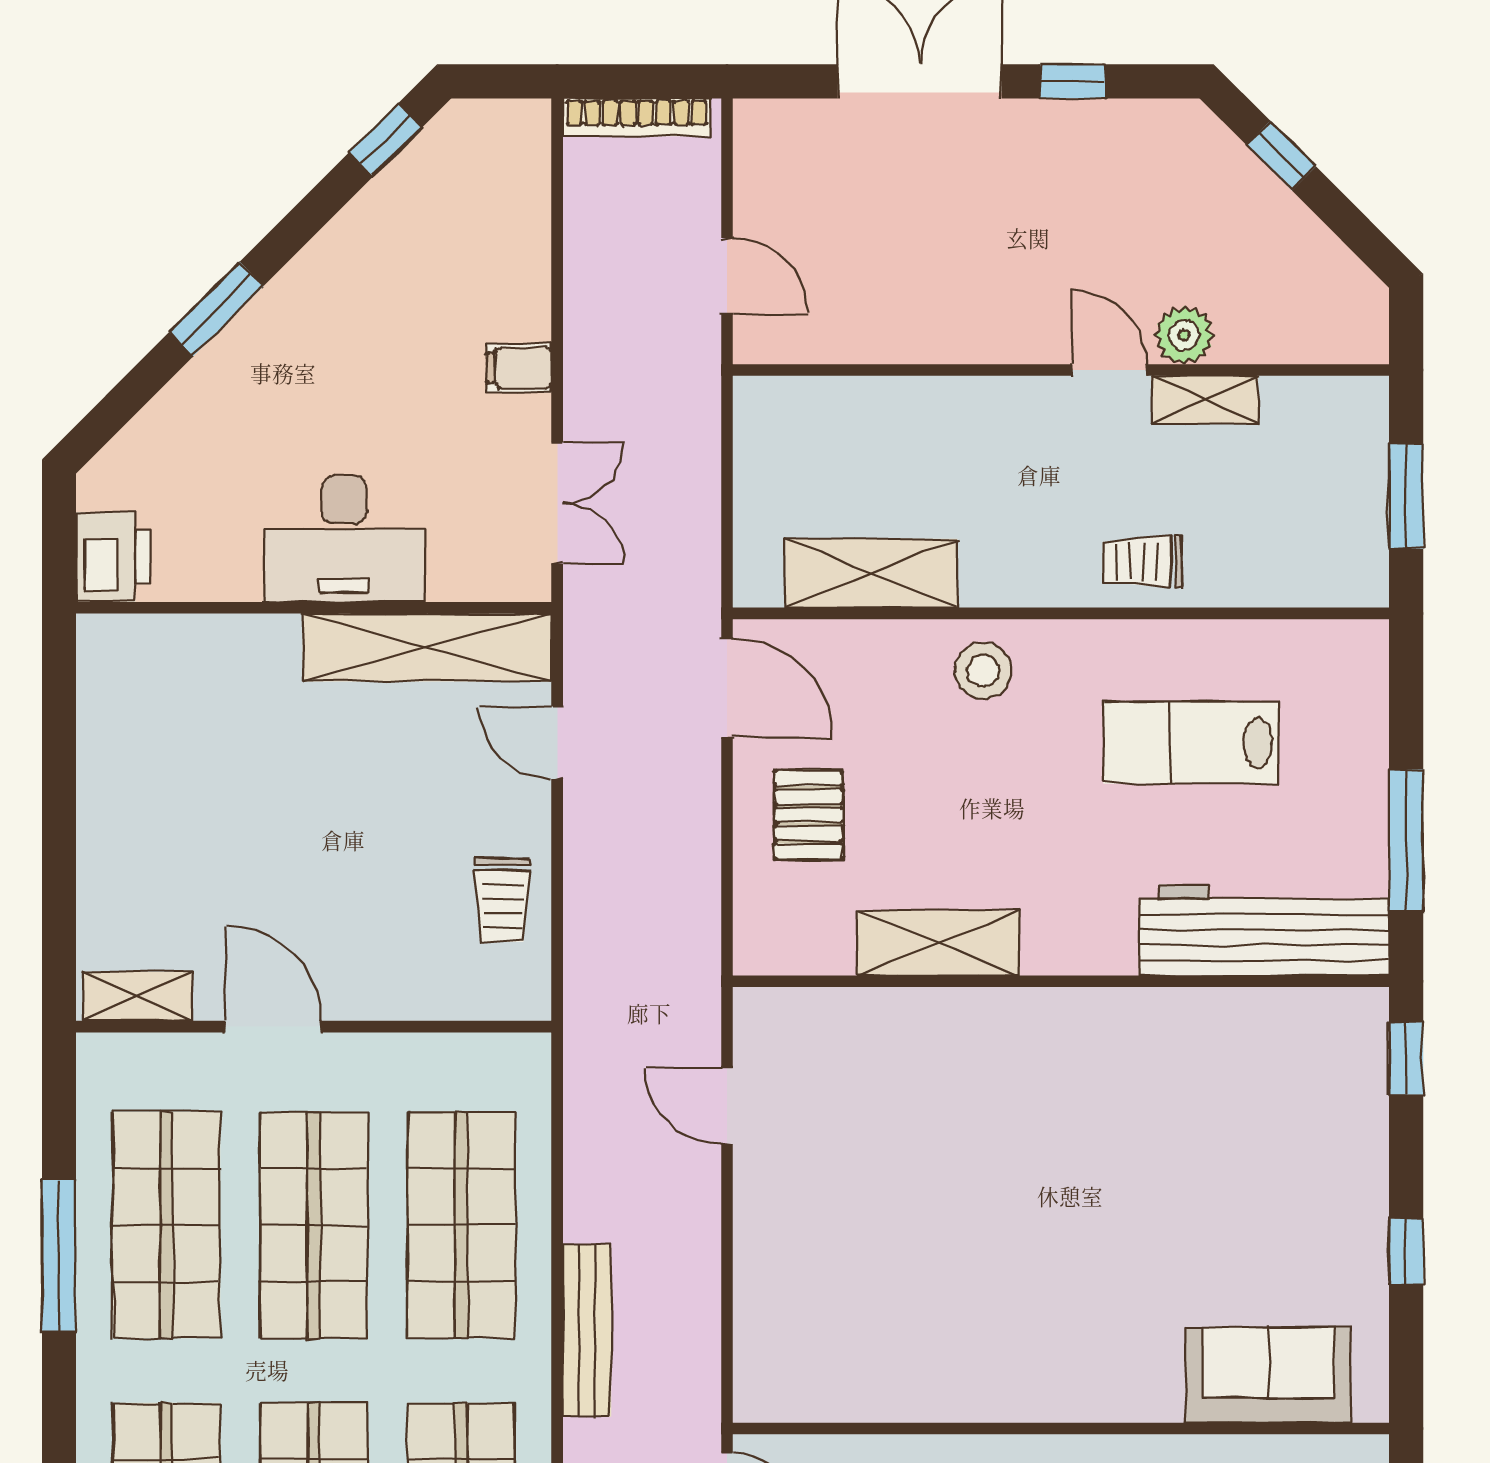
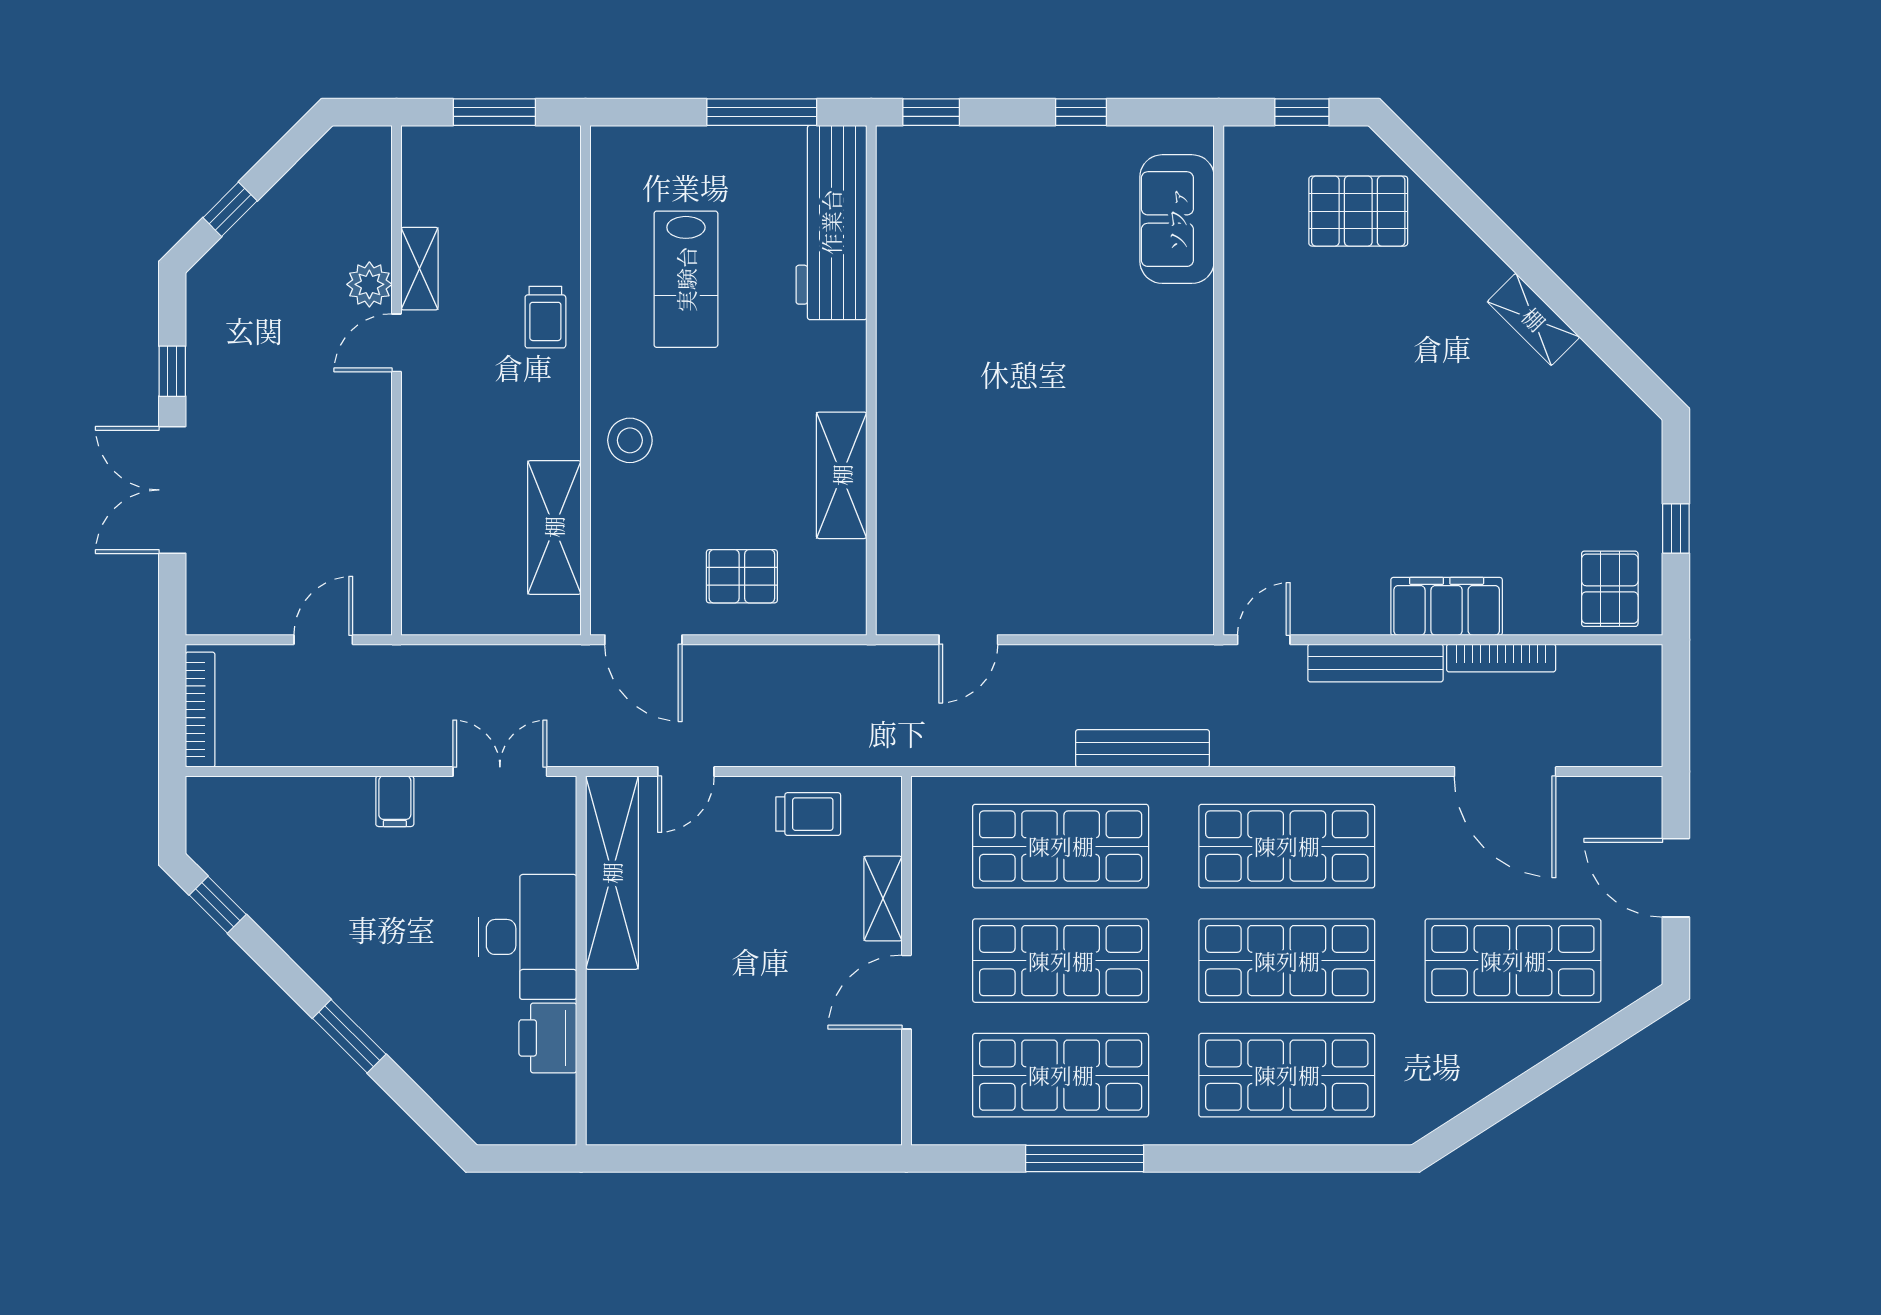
printer: (113, 557) -> (548, 1038), moved, turned -90
door: (727, 688) -> (643, 640), swing flipped
shelving: (138, 996) -> (883, 899), moved

